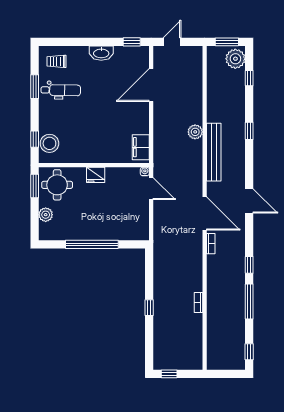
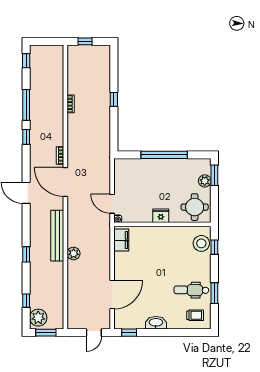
window: (35, 186) -> (214, 175), moved
window: (169, 374) -> (85, 41), moved

